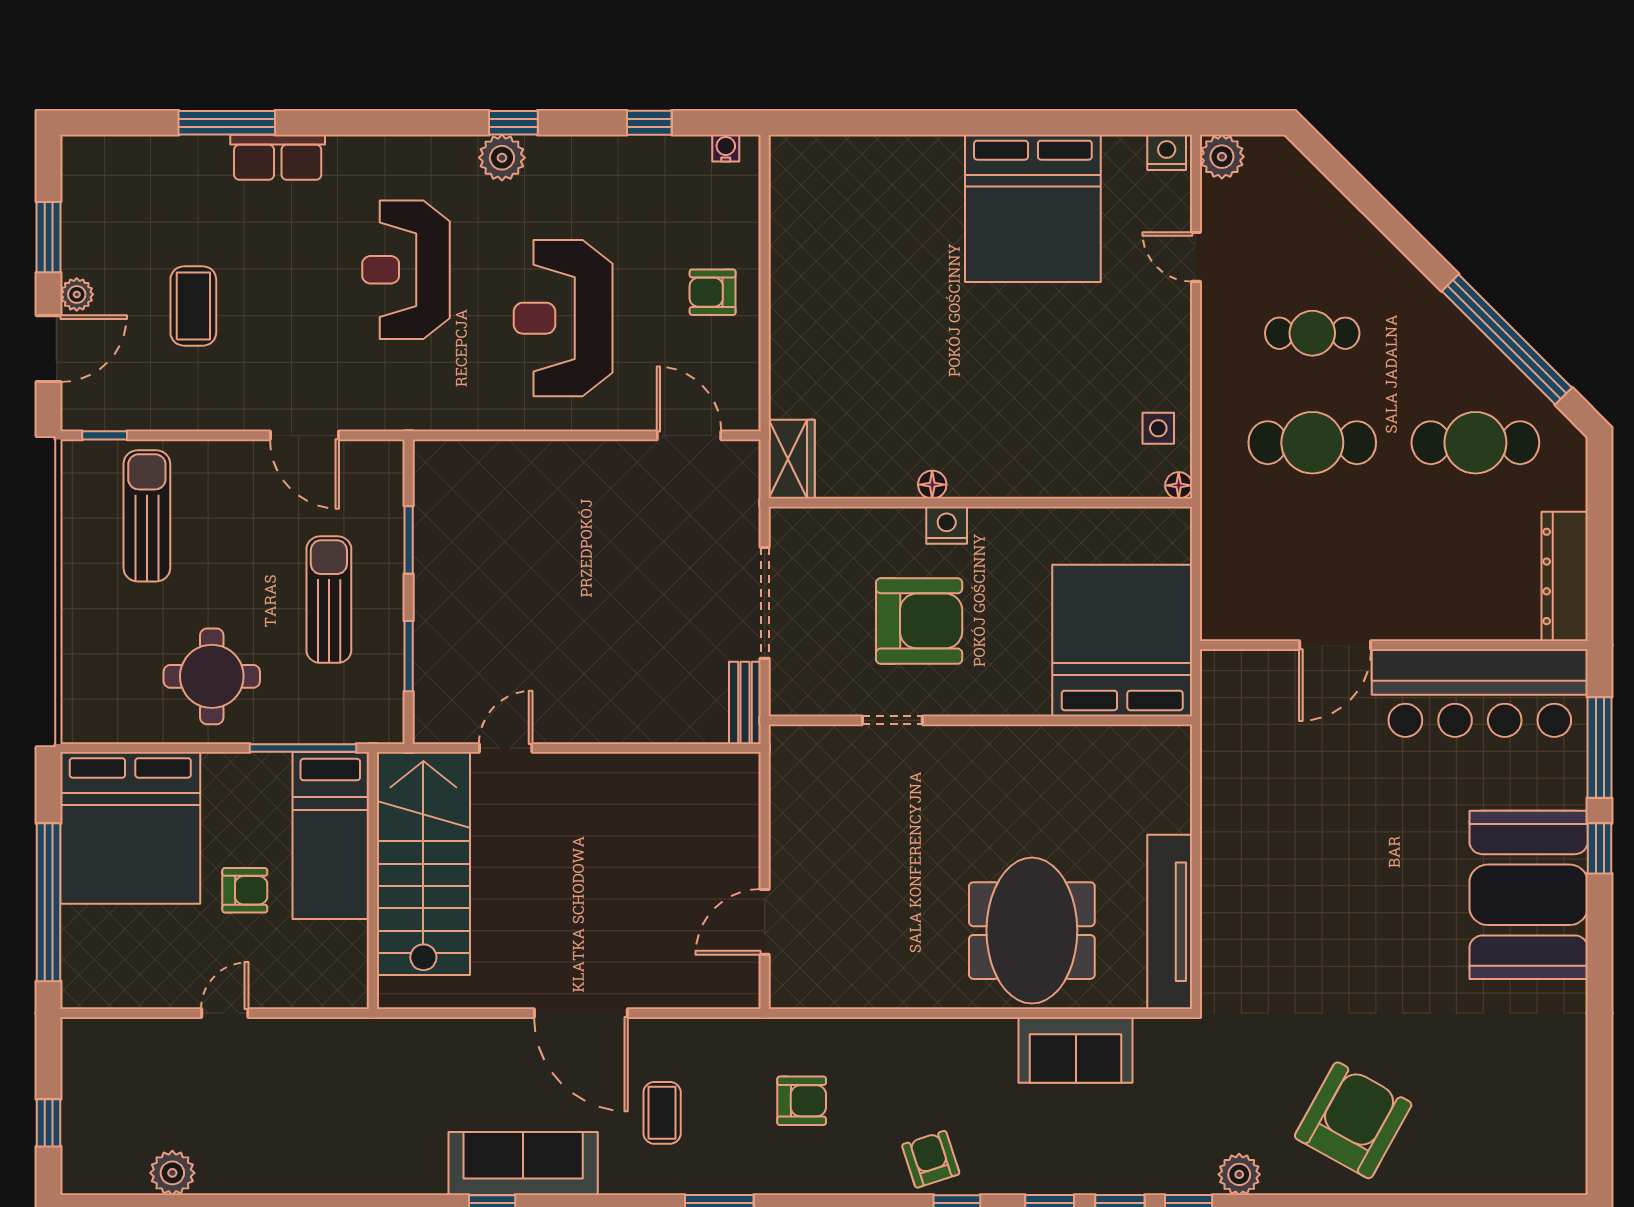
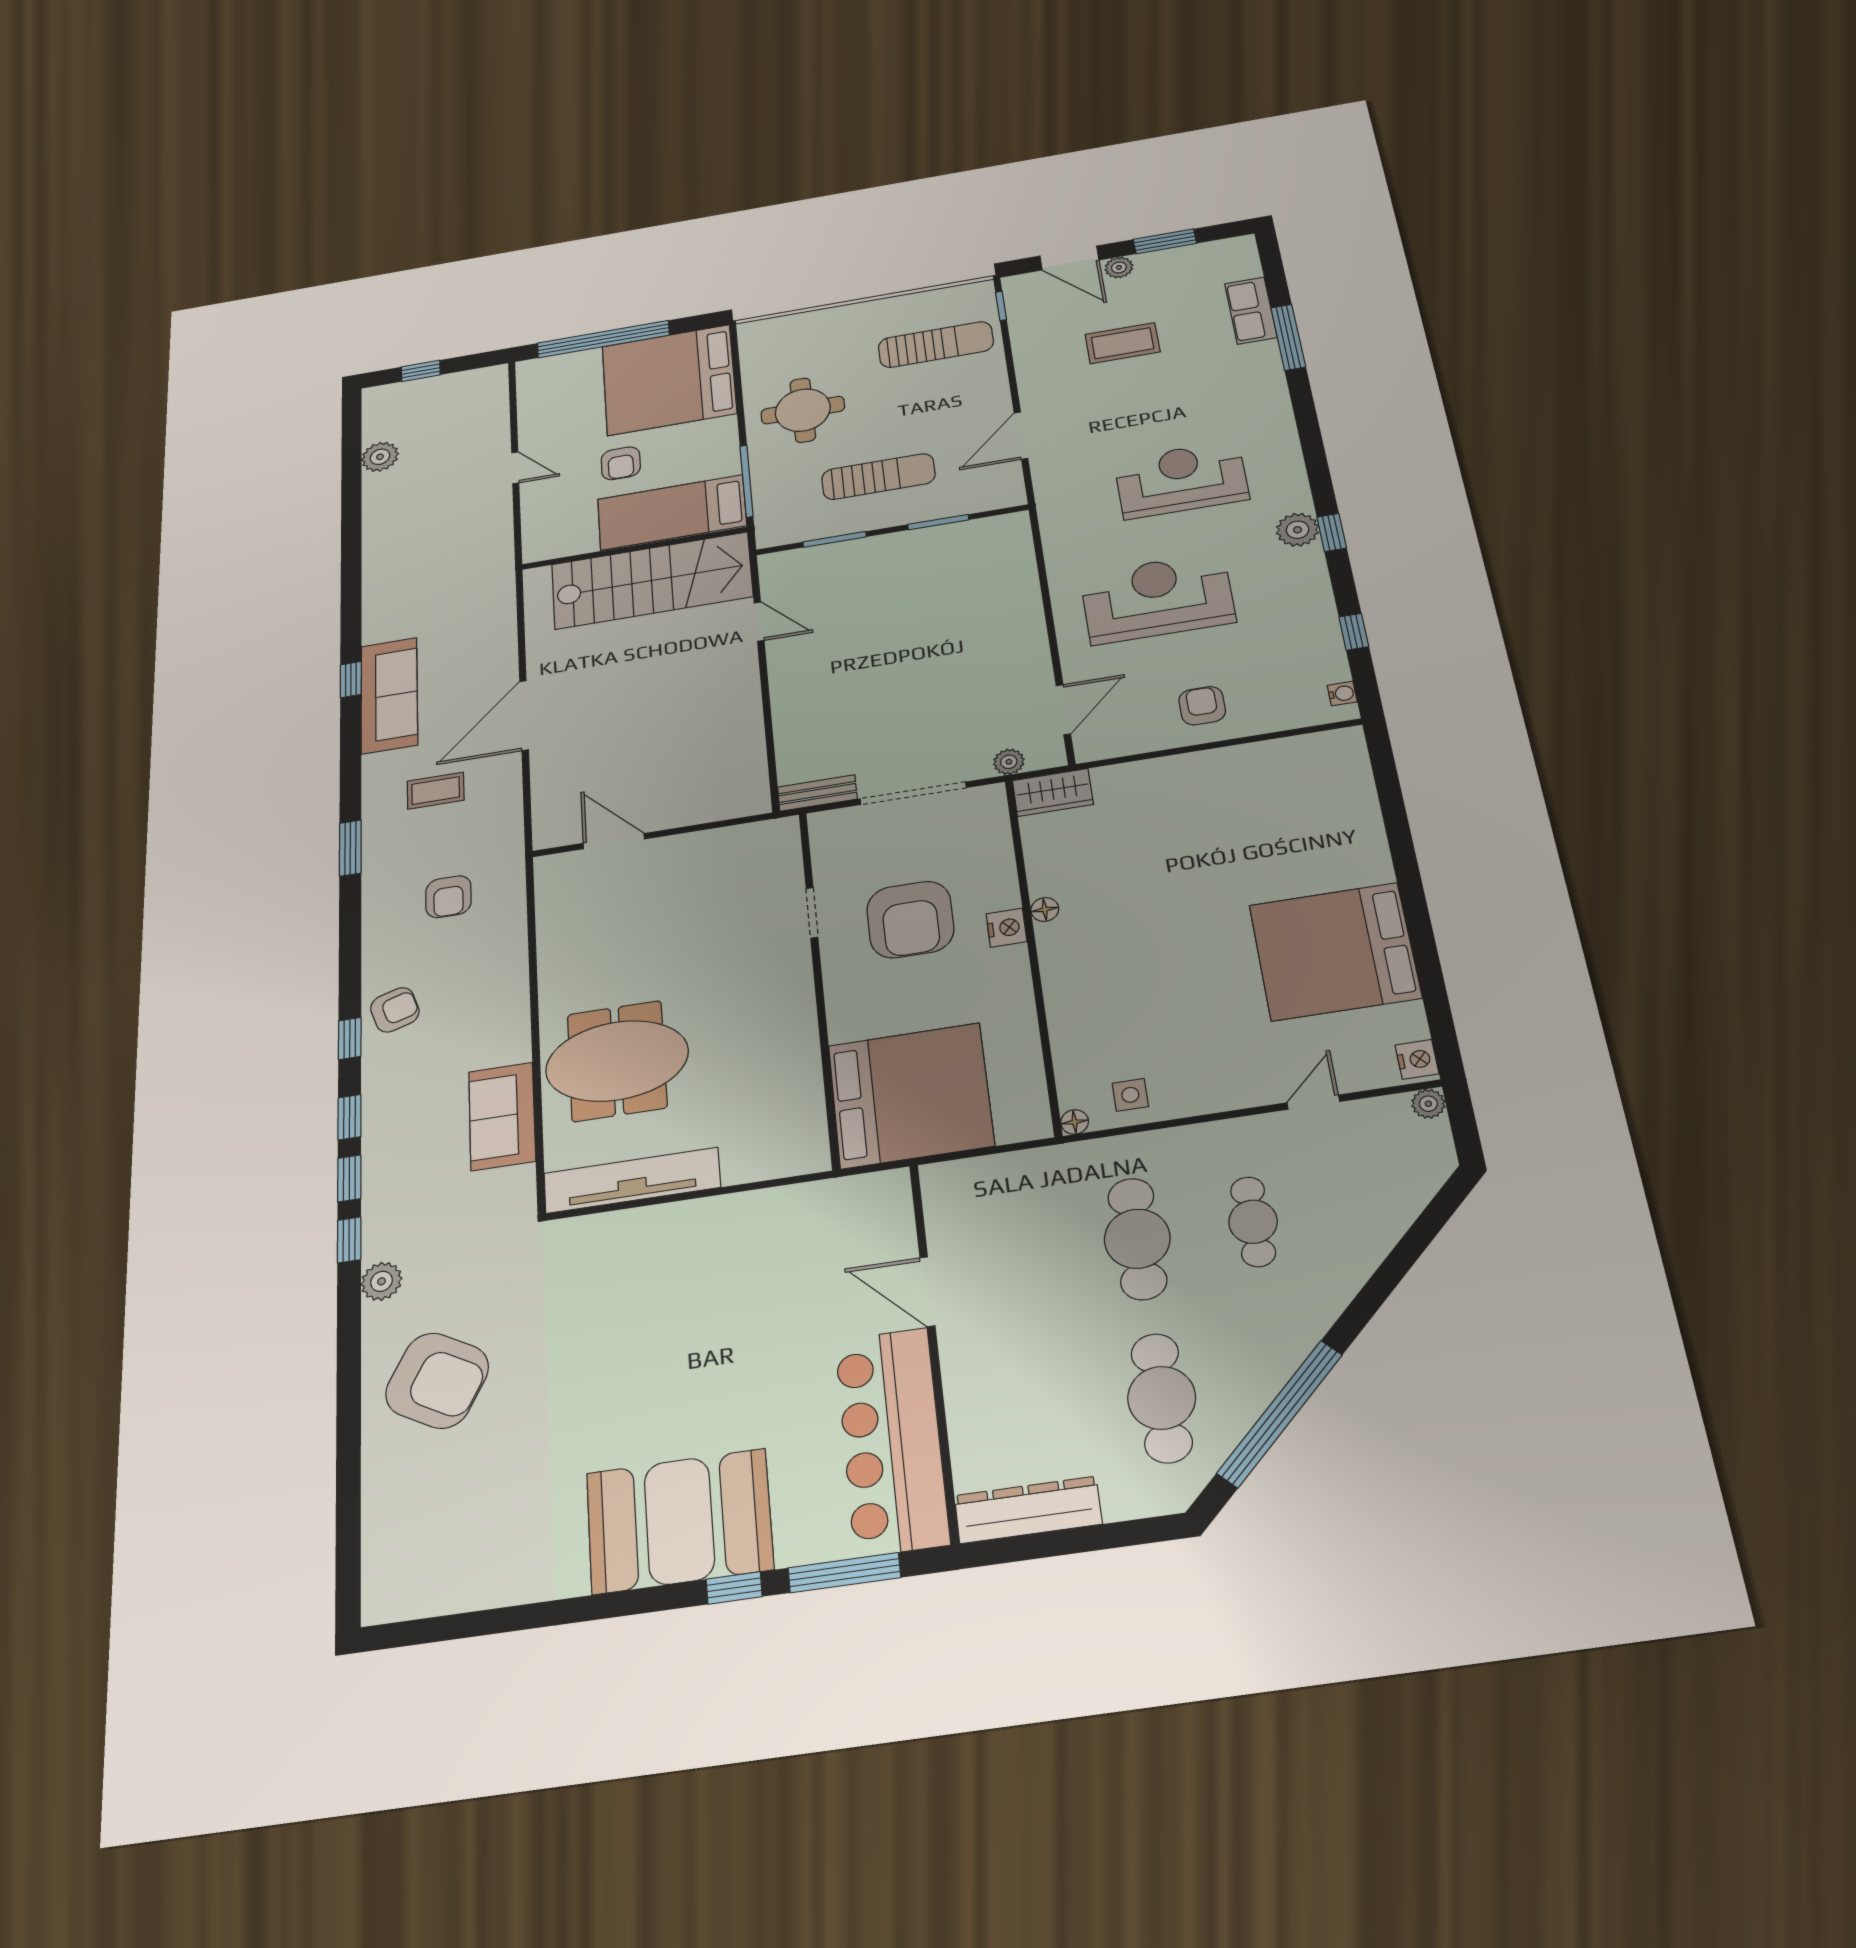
row of seats: (278, 157) -> (1251, 310), moved
plant: (1222, 157) -> (1428, 1104), width x0.73, depth x0.73
plant: (744, 500) -> (1009, 762), added

